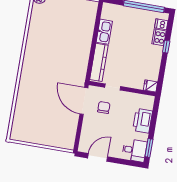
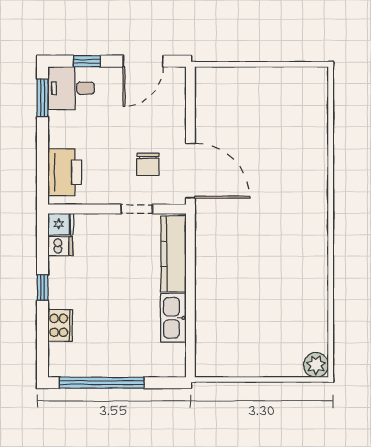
dishwasher: (161, 24) -> (60, 246), moved
window: (166, 47) -> (43, 288), moved
printer: (143, 121) -> (65, 172), moved
window: (125, 162) -> (87, 61), added

